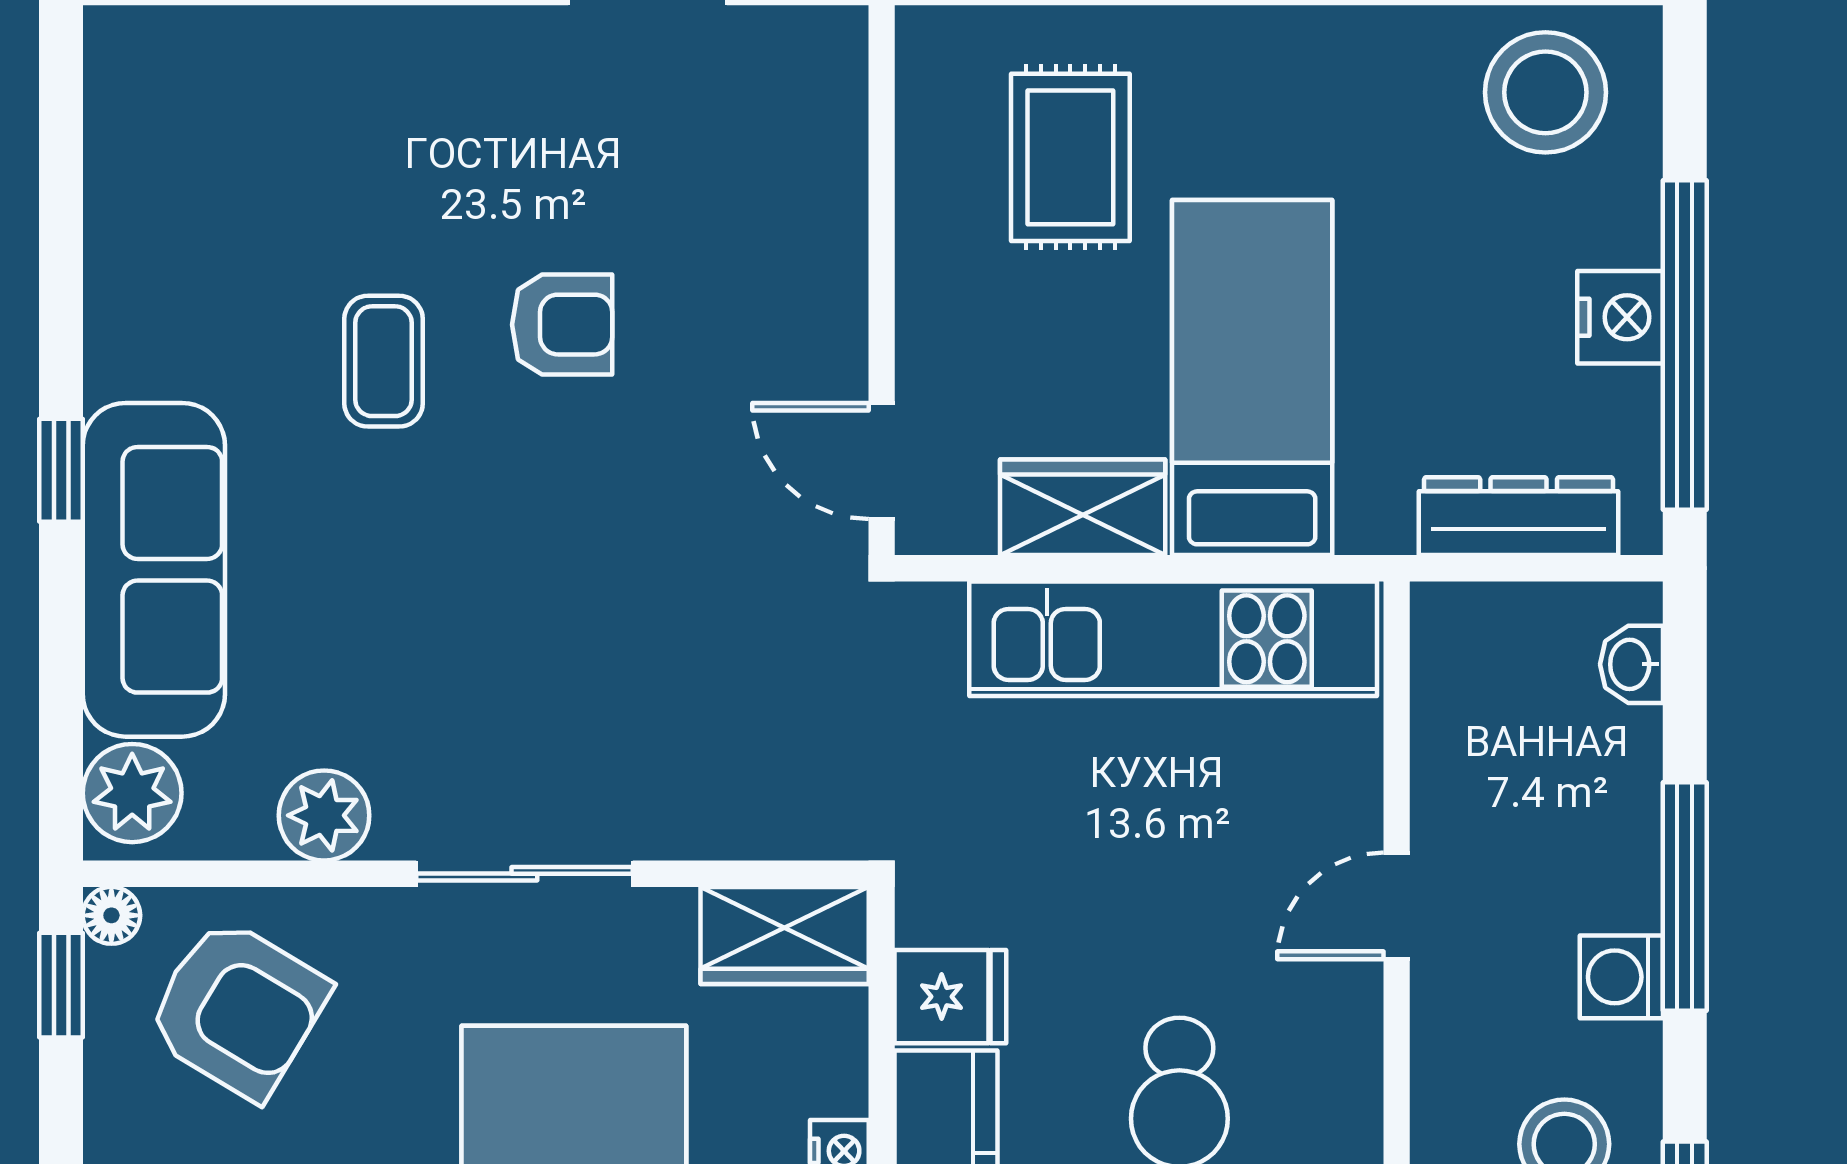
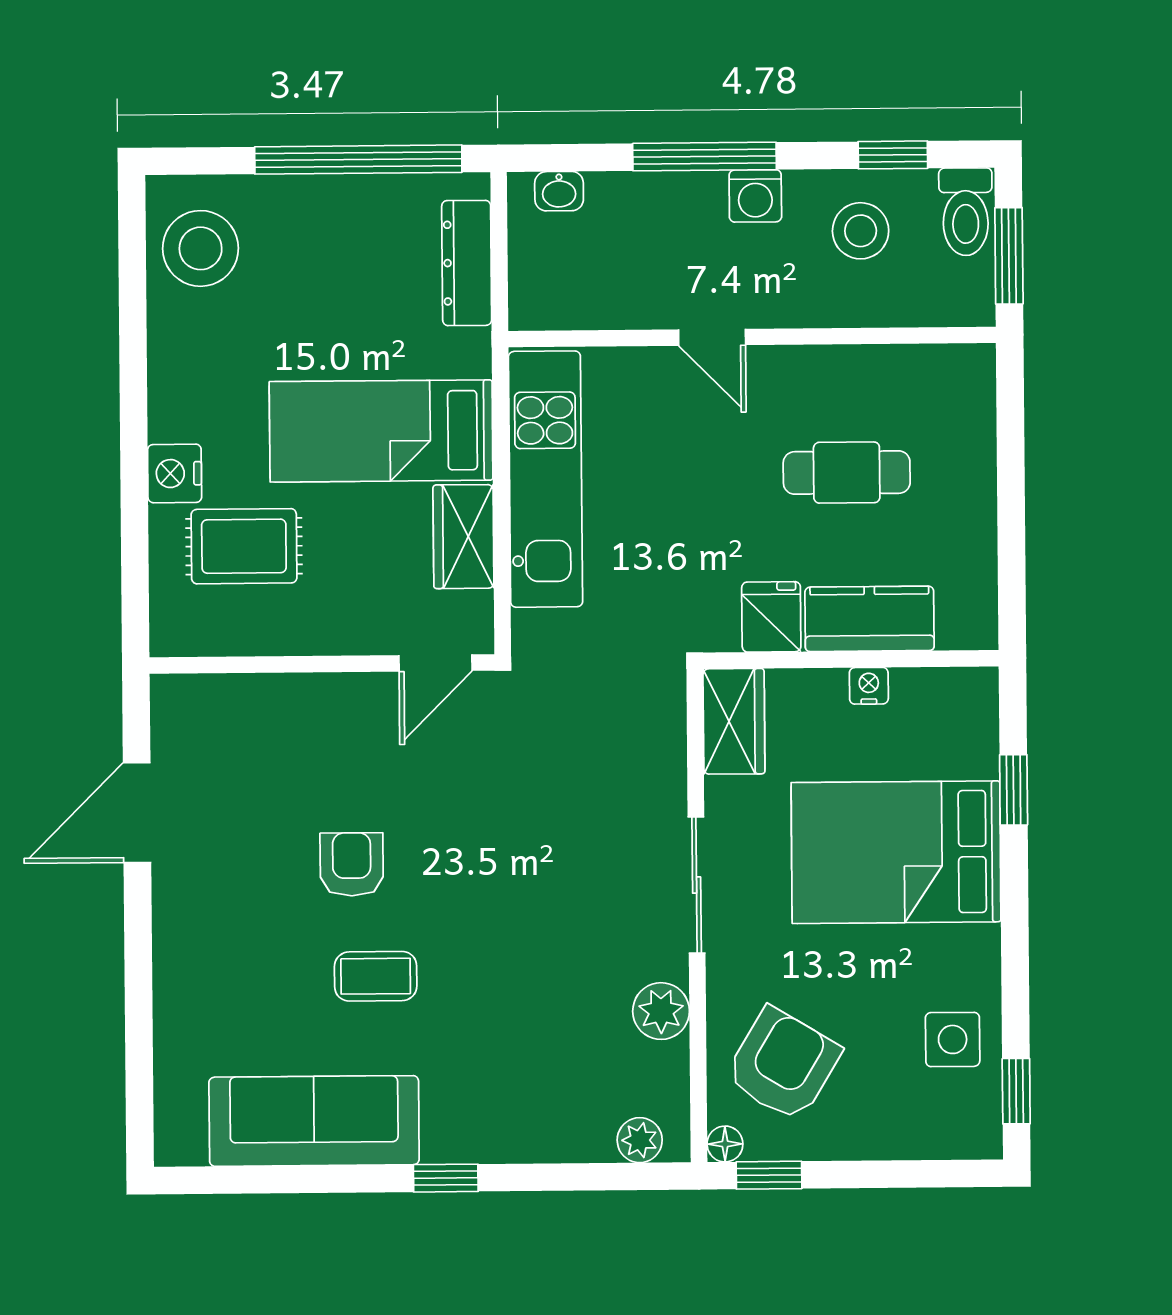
nightstand: (1620, 317) -> (175, 473), moved, turned -90
sofa: (154, 570) -> (314, 1121), moved
plant: (132, 793) -> (640, 1140), width x0.73, depth x0.73

